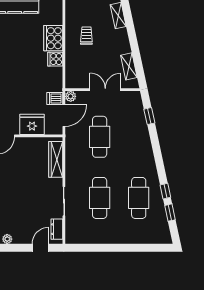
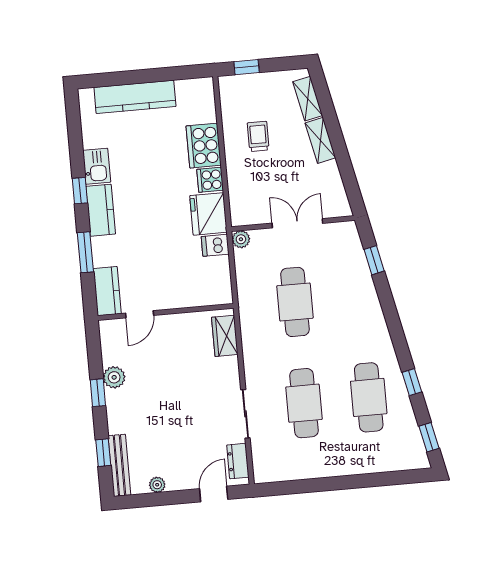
shelving: (129, 66) -> (320, 140), moved
door: (64, 116) -> (233, 272), removed
fridge: (32, 124) -> (208, 214), moved, turned -90
wardrobe: (56, 159) -> (225, 336), width x0.67
window: (170, 213) -> (429, 437), moved

